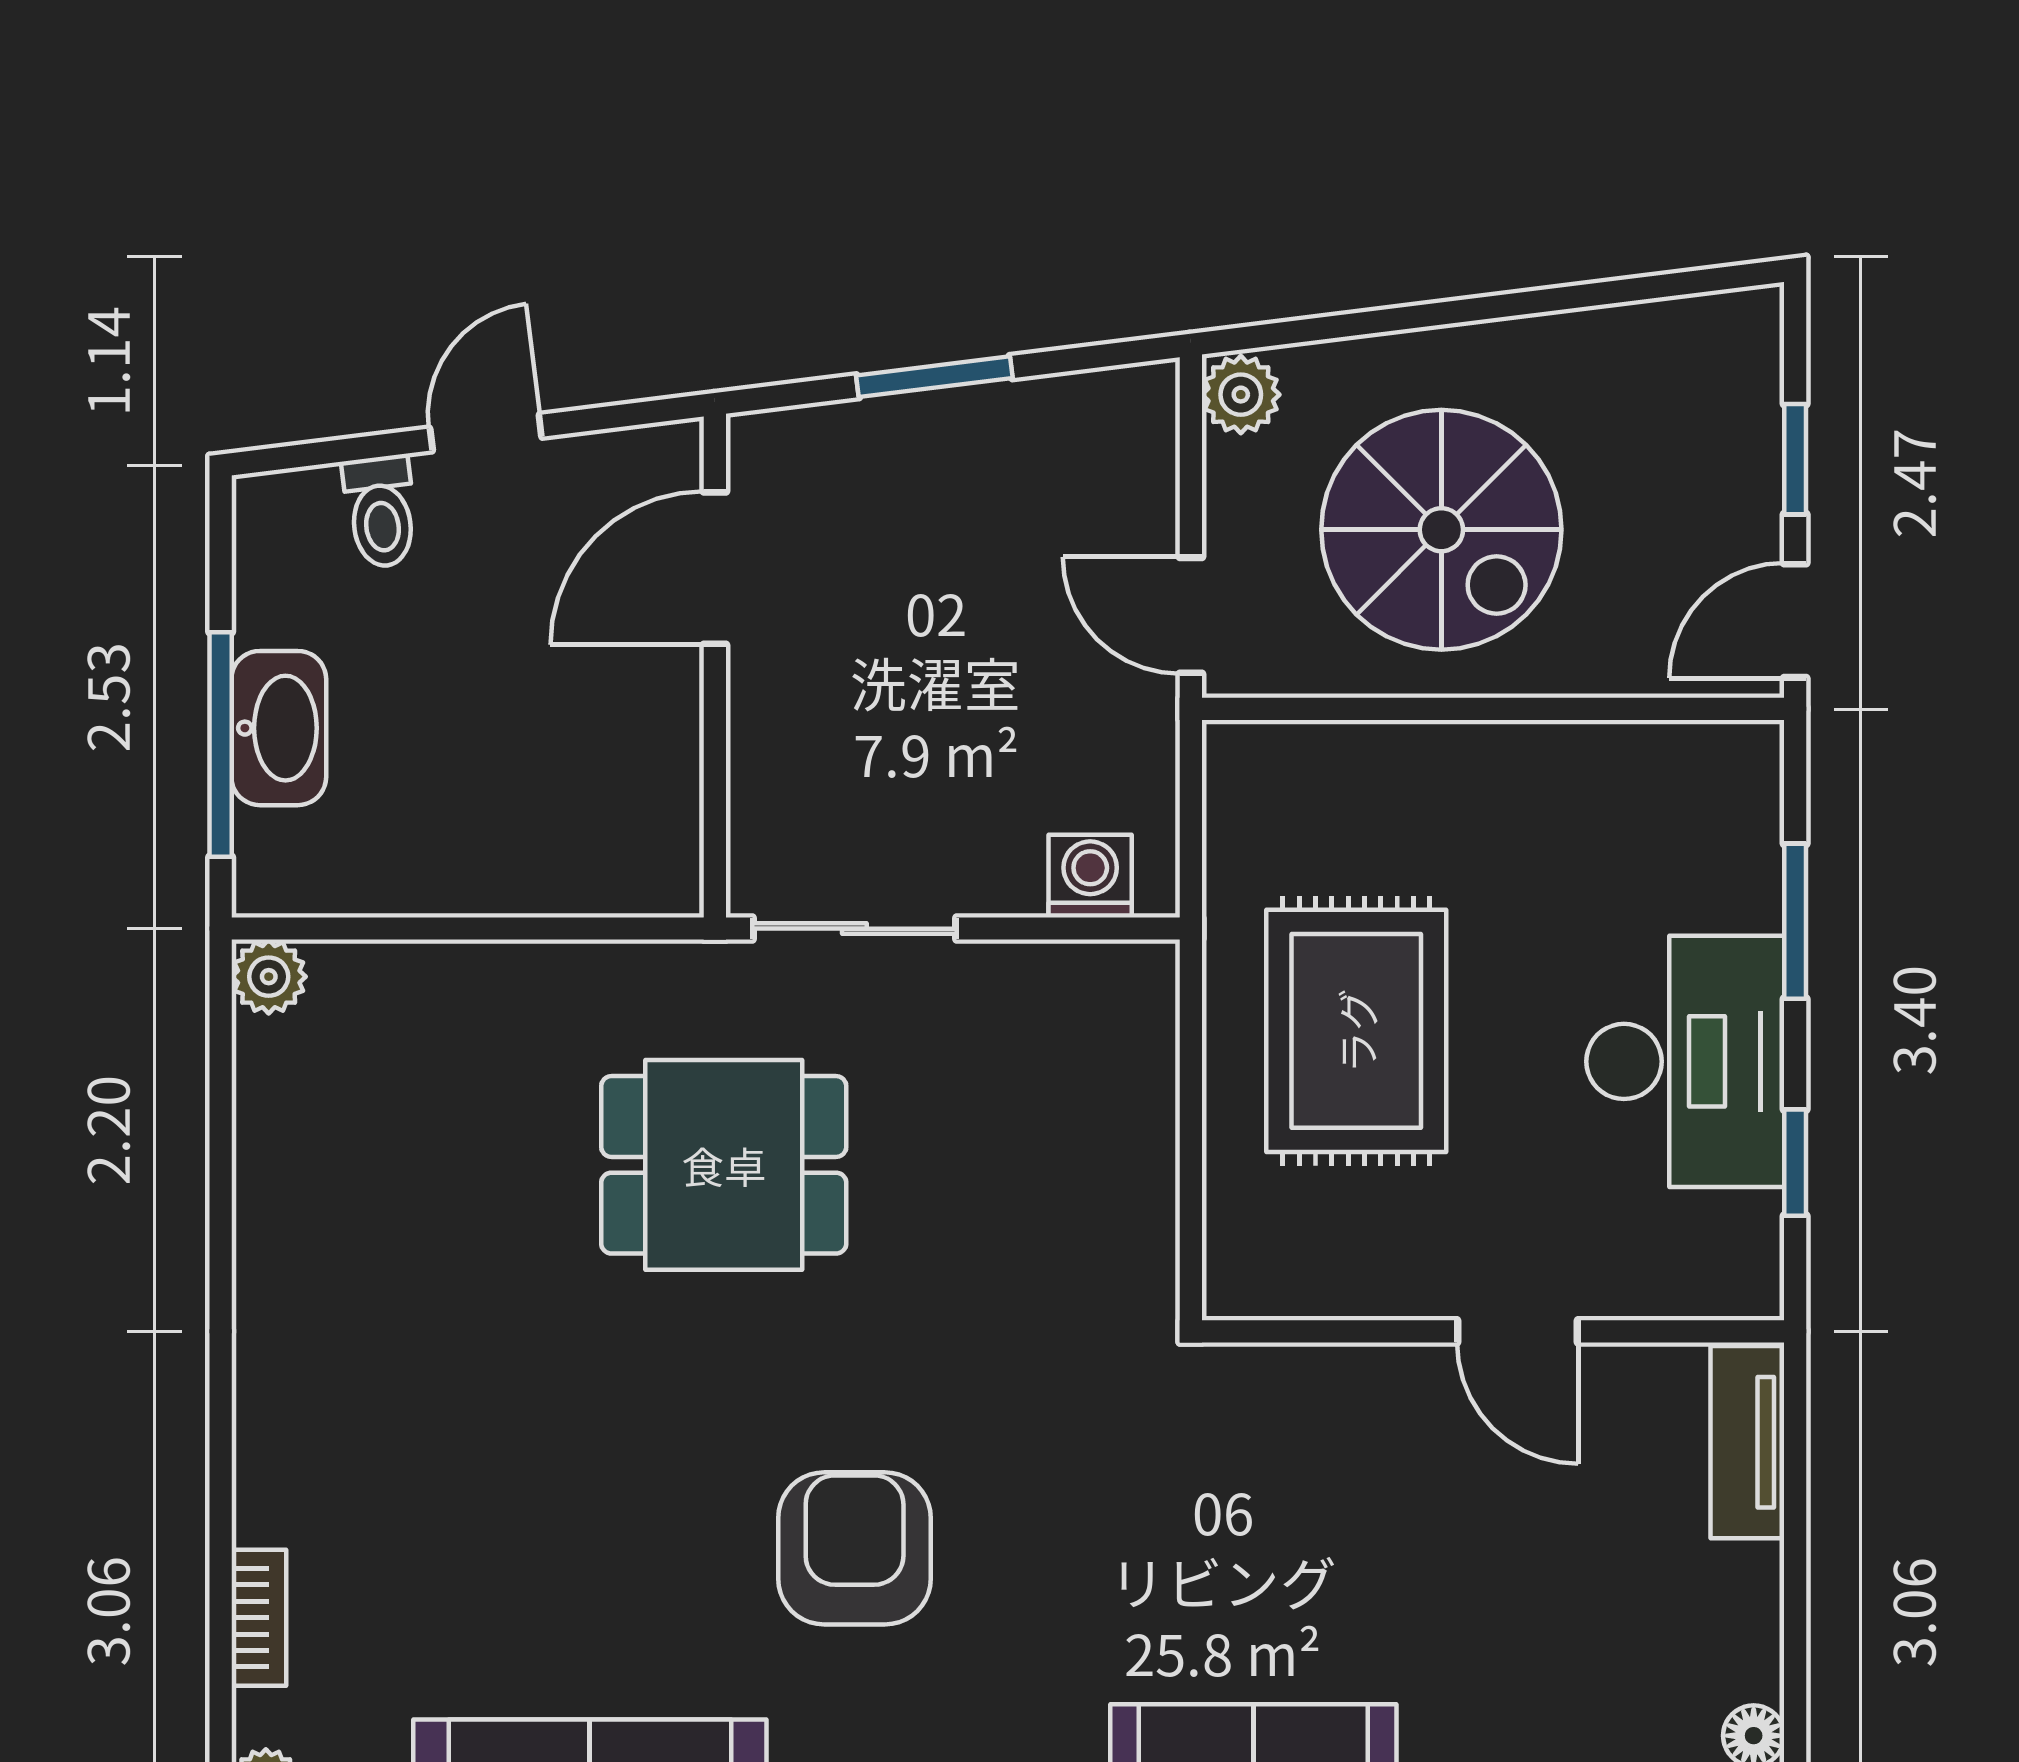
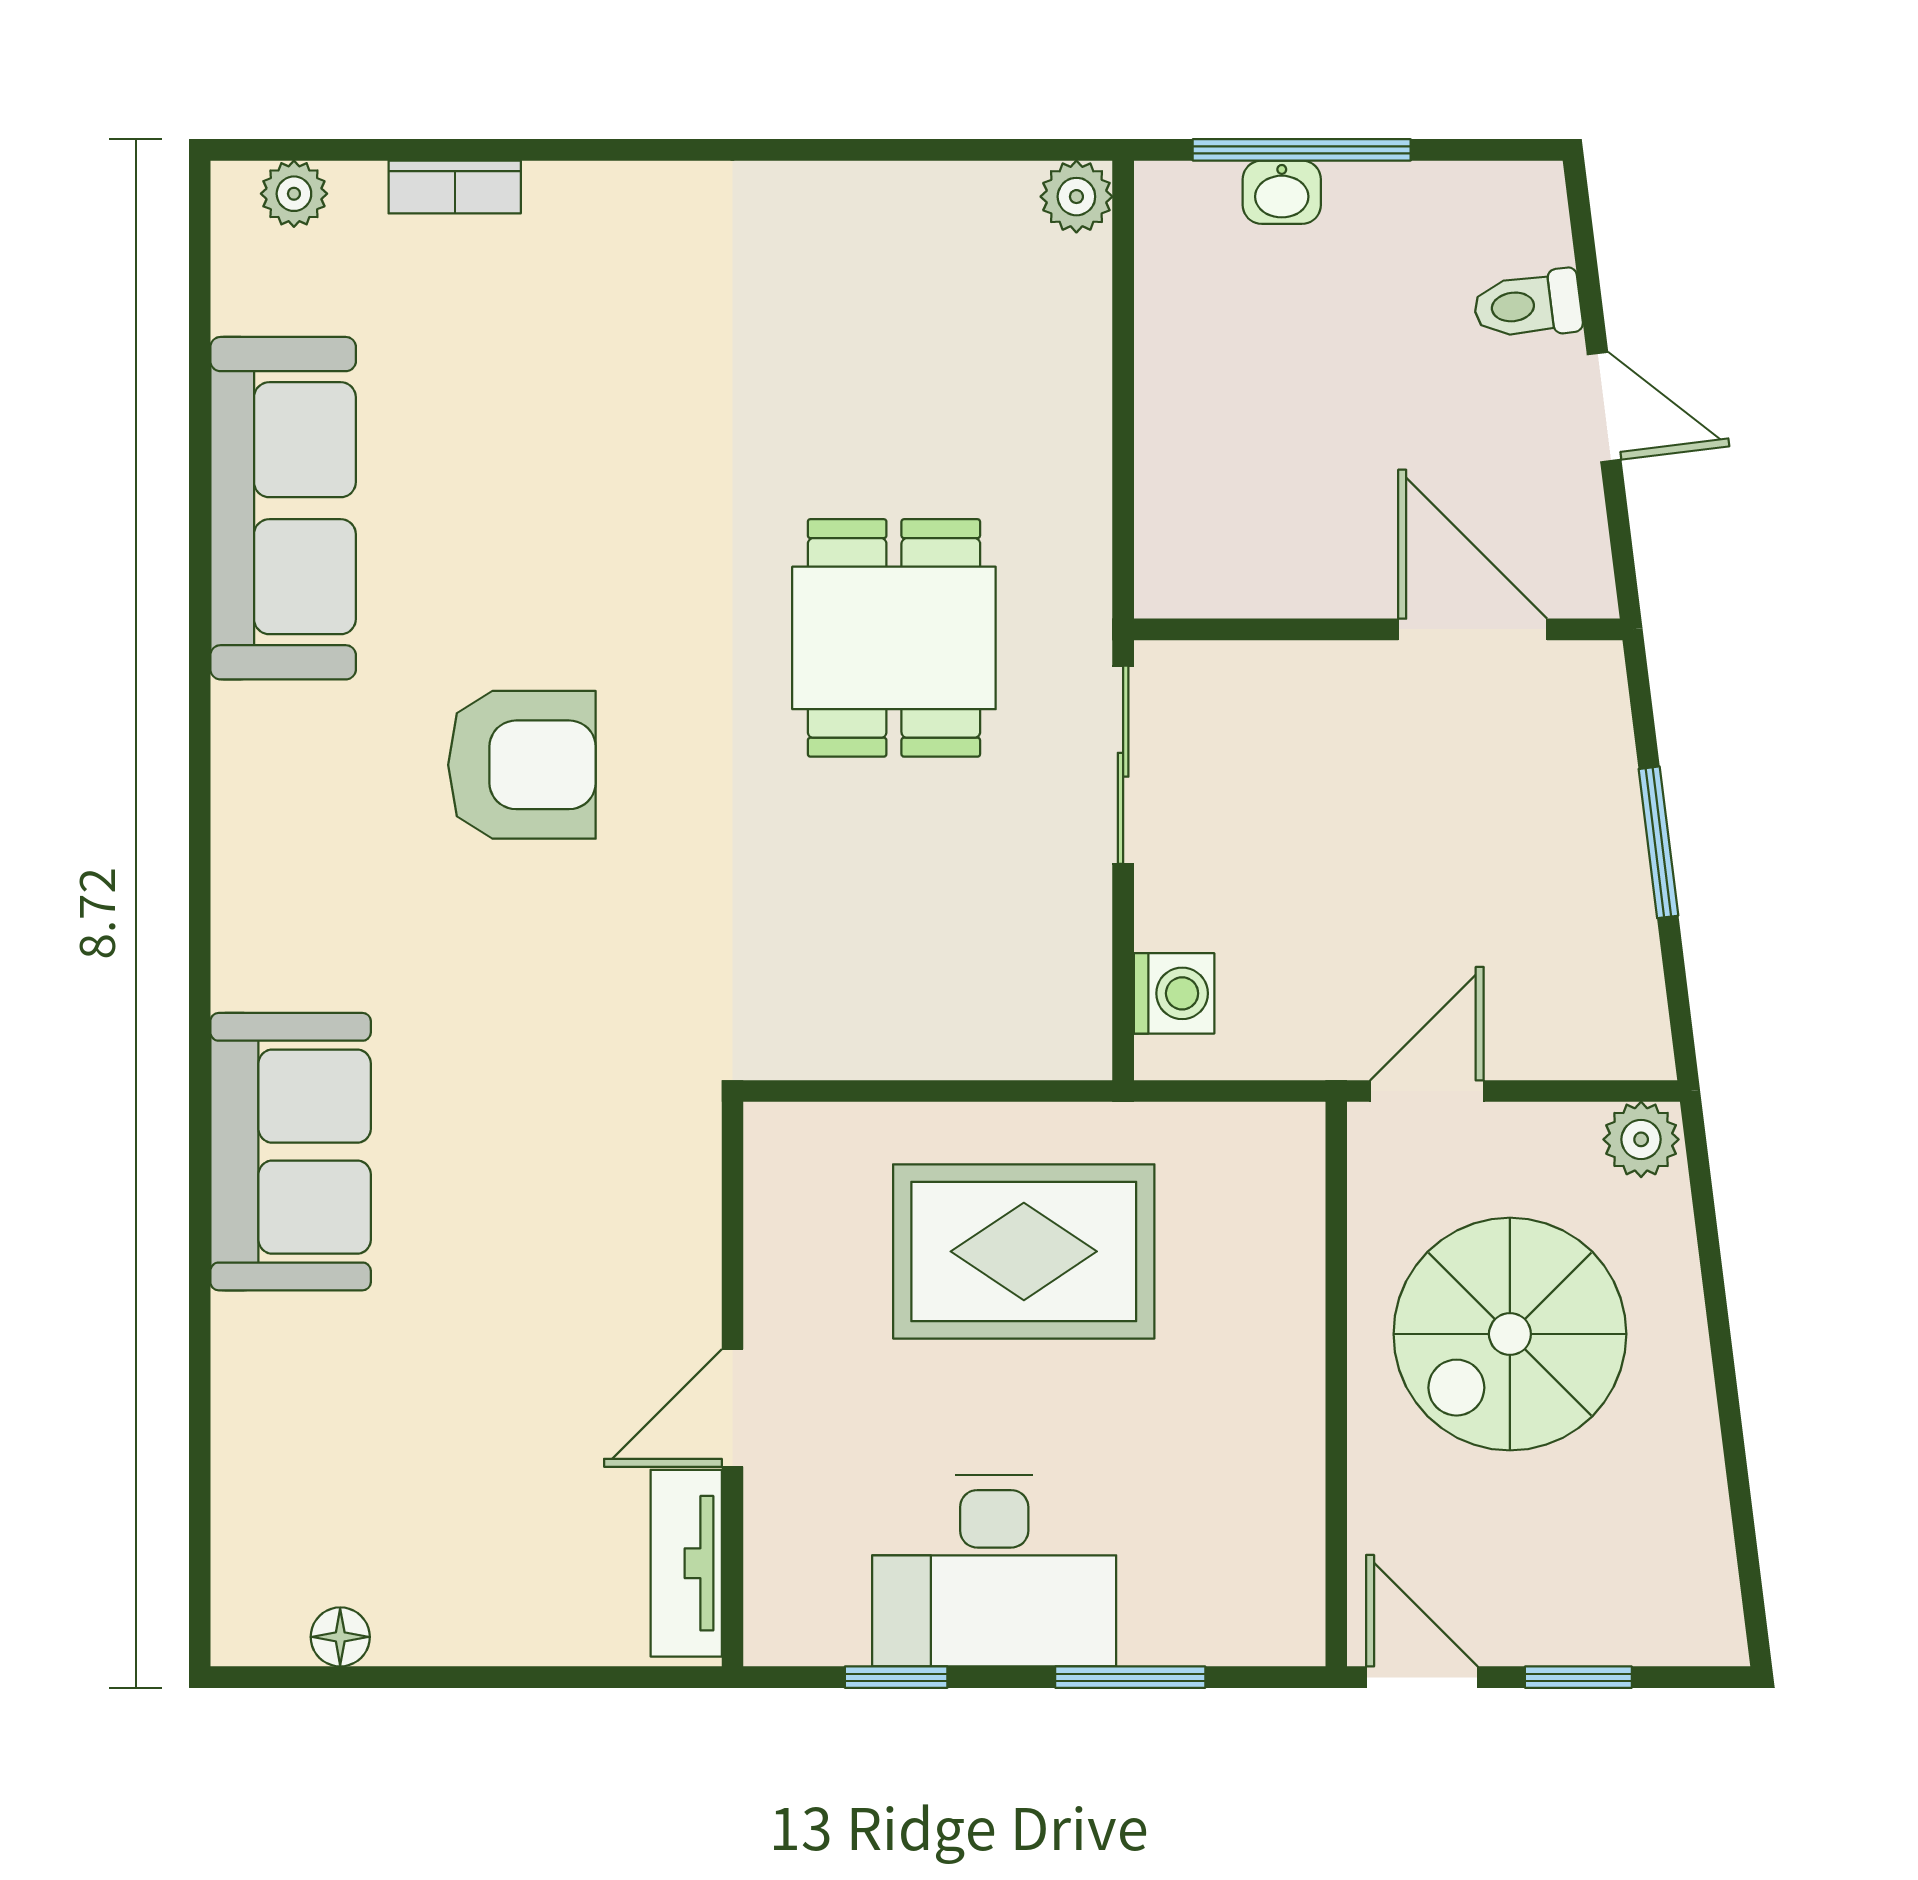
washbasin: (279, 728) -> (1282, 192), width x0.52, depth x0.69
tv unit: (1747, 1442) -> (686, 1563), moved, turned -90

